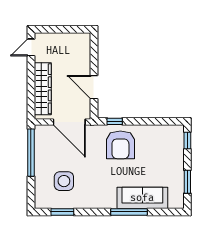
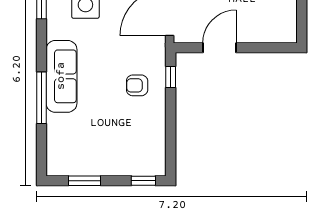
armchair: (120, 145) -> (137, 85), width x0.53, depth x0.53
sofa: (142, 198) -> (61, 76), moved

